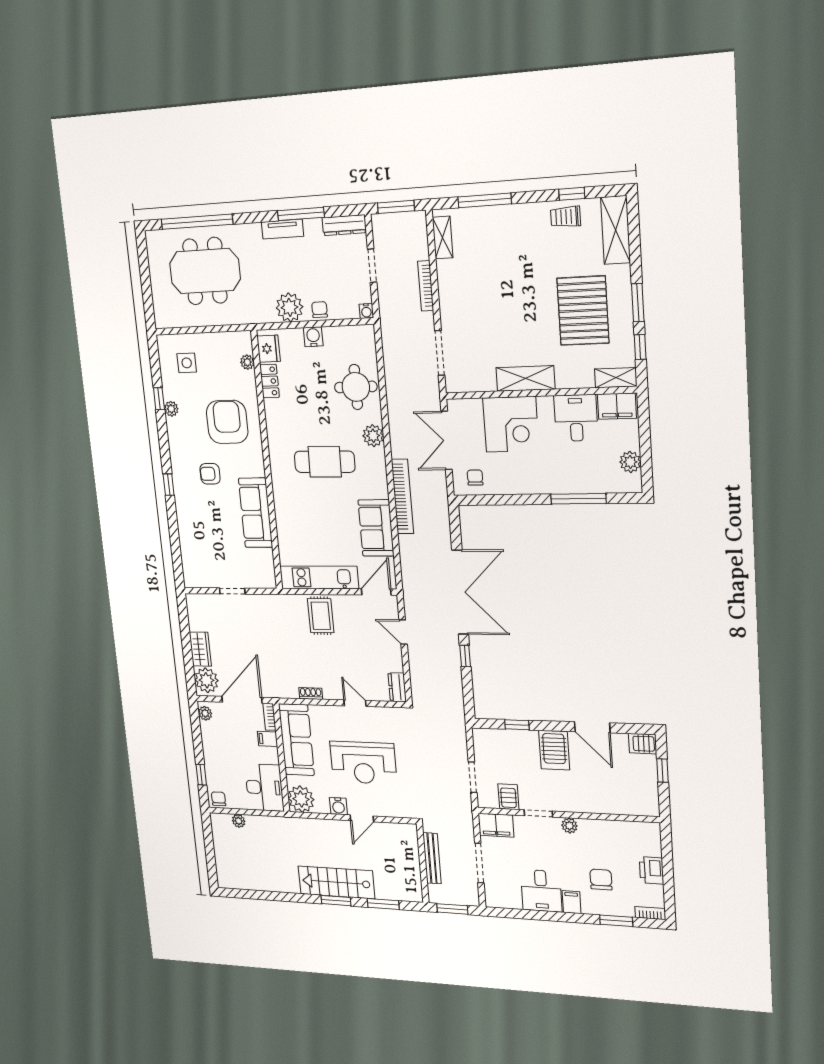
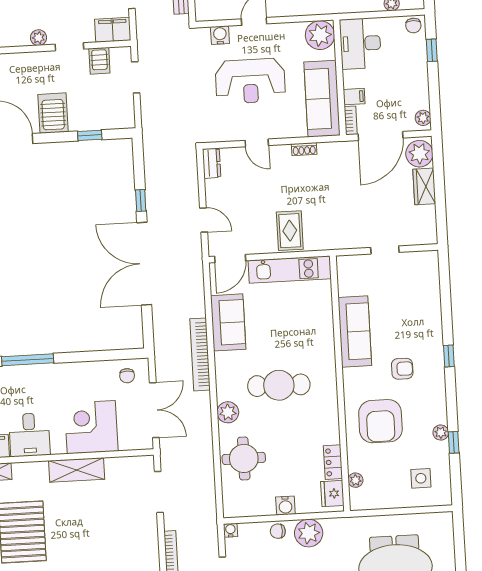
chair: (320, 310) -> (278, 531), turned 90
reception desk: (363, 763) -> (250, 81), turned 180
water cooler: (338, 806) -> (220, 35), moved

